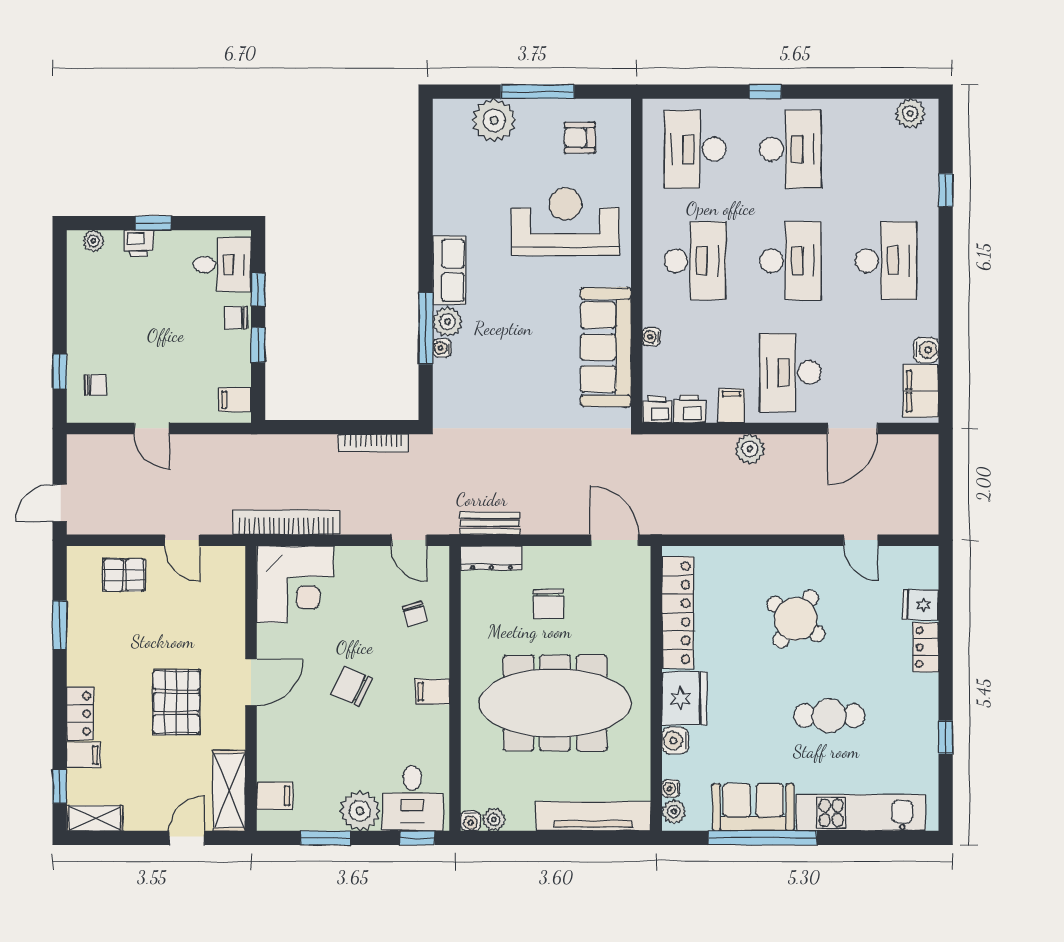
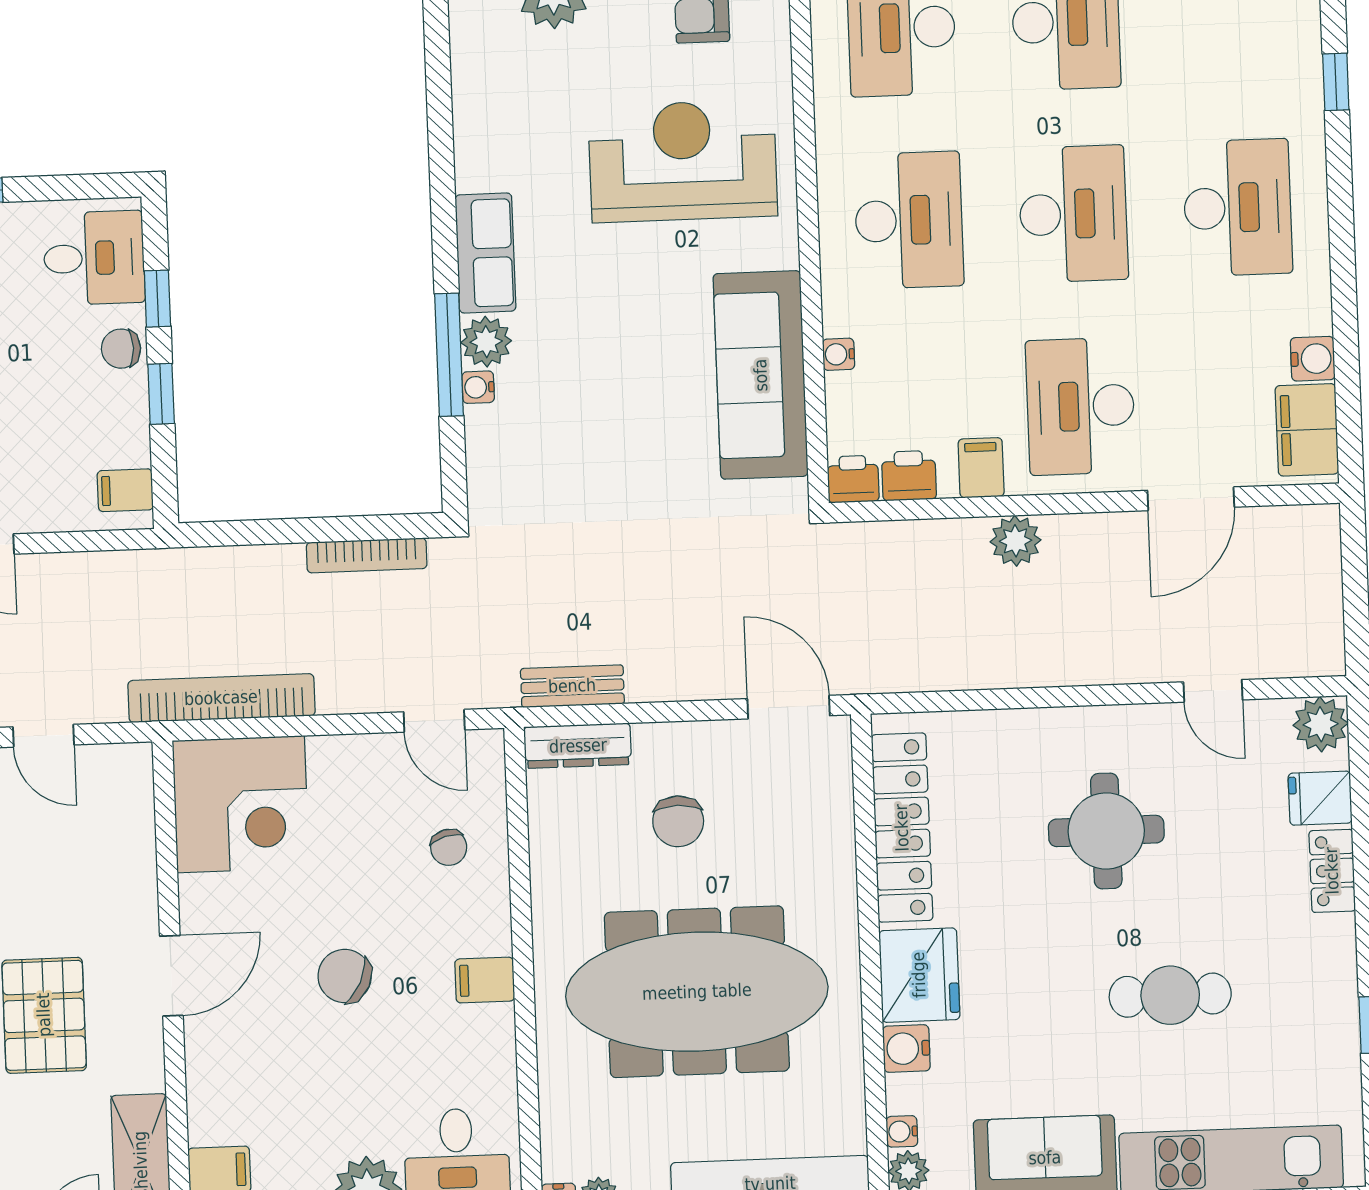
plant: (922, 562) -> (1321, 724), added
round table: (796, 619) -> (1106, 831), turned -35

